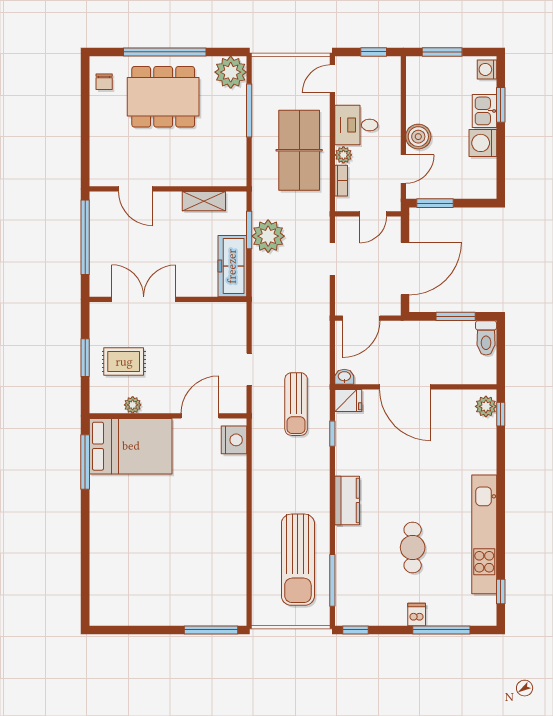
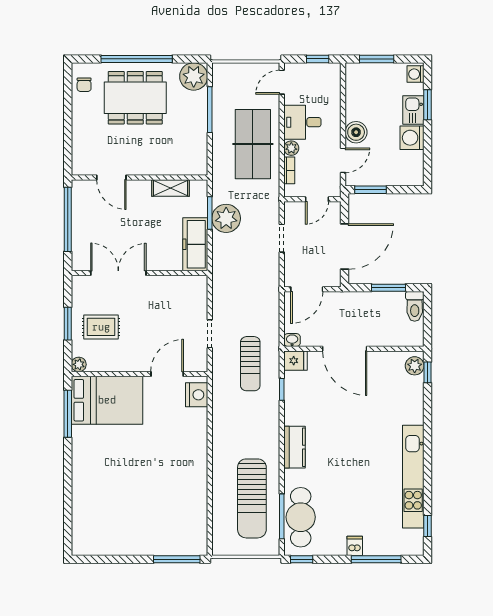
plant: (133, 405) -> (79, 364), moved
cafe table: (413, 547) -> (301, 517), moved, width x1.37, depth x1.35

